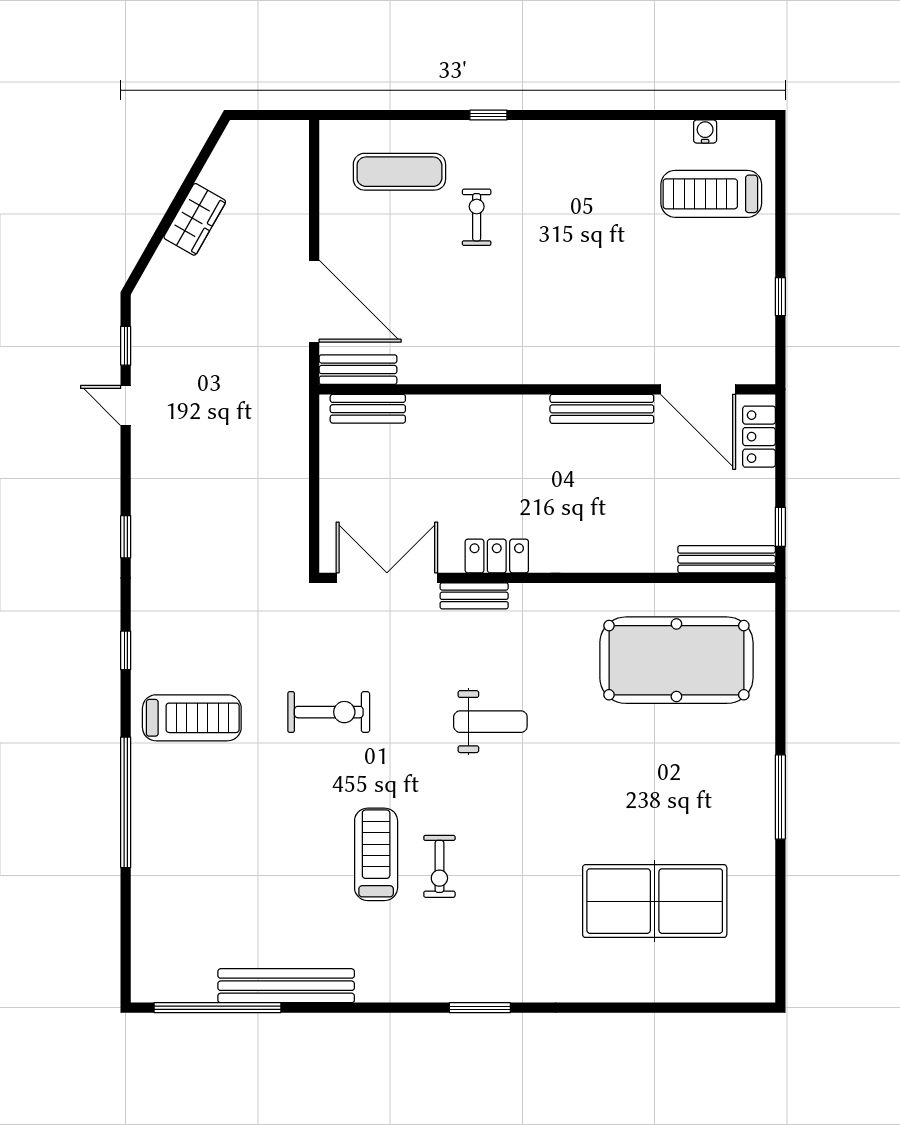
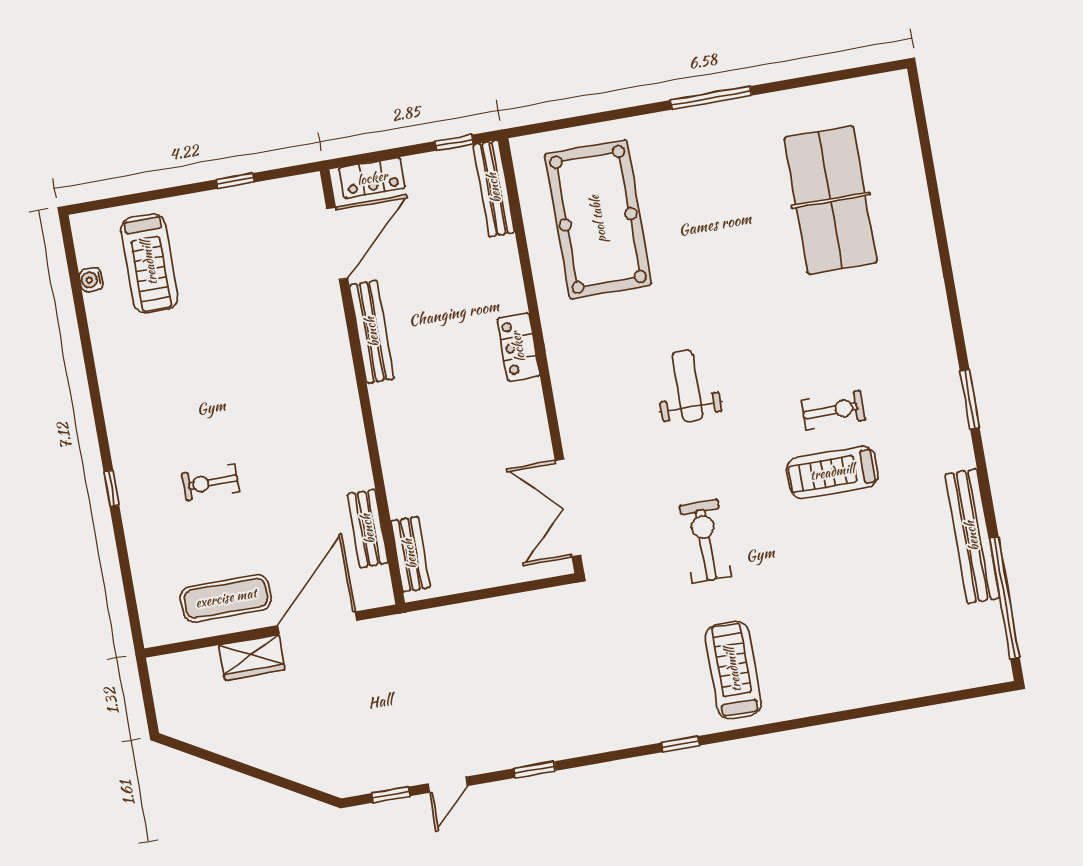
exercise mat: (399, 172) -> (226, 598), moved, turned 90
wardrobe: (195, 219) -> (252, 657), moved, turned 150
bench: (358, 370) -> (368, 529), moved
window: (126, 537) -> (534, 770), moved
locker: (497, 556) -> (518, 347), moved
bench: (474, 596) -> (571, 422), removed
window: (126, 802) -> (825, 719), removed
window: (480, 1008) -> (970, 399), moved

